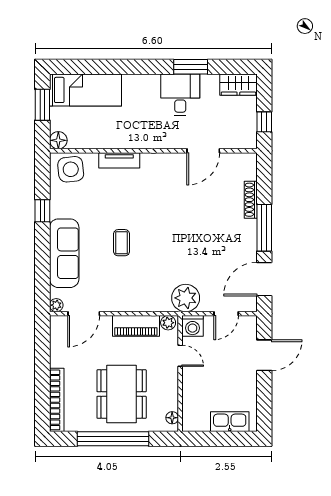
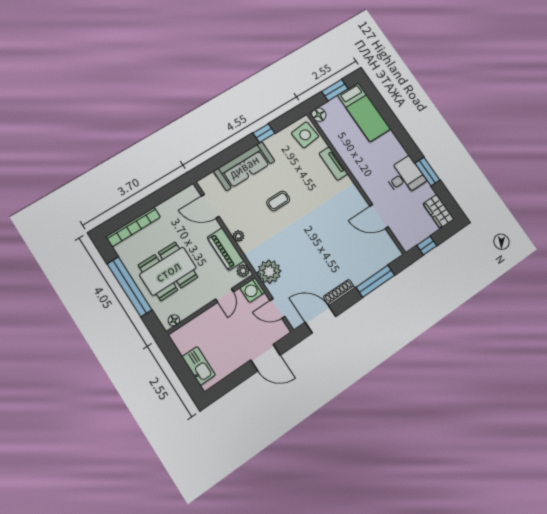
shoe rack: (251, 200) -> (339, 292), moved
window: (264, 228) -> (375, 281), moved
plant: (56, 305) -> (238, 236), moved

